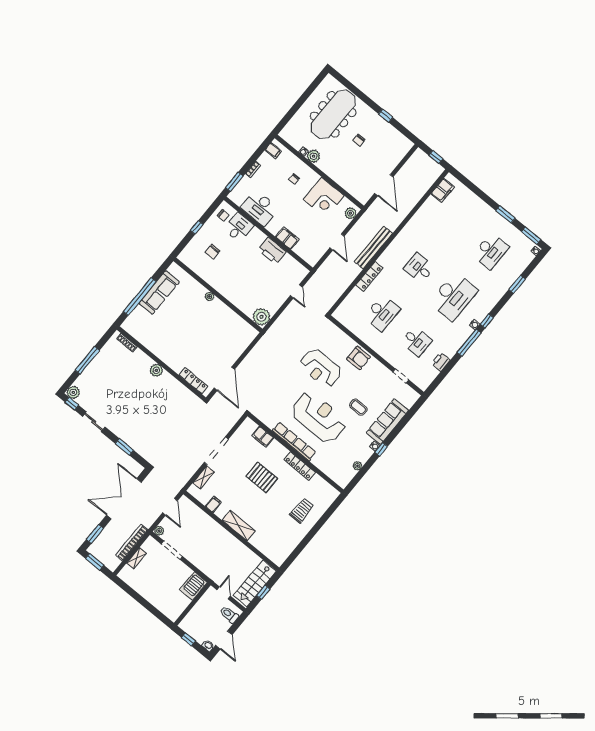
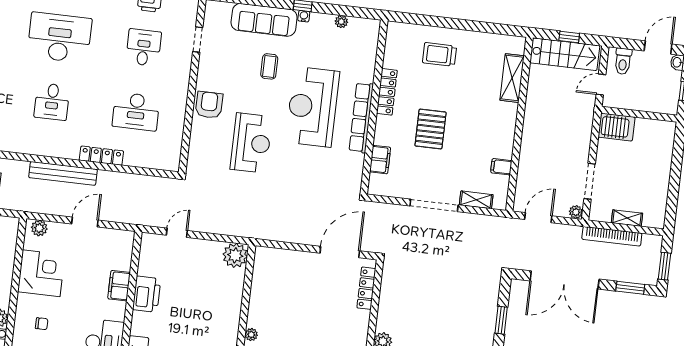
desk: (382, 313) -> (136, 111), turned 180
shelving: (239, 526) -> (512, 78), moved

